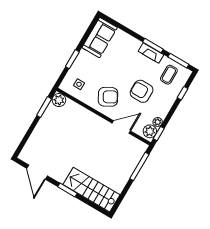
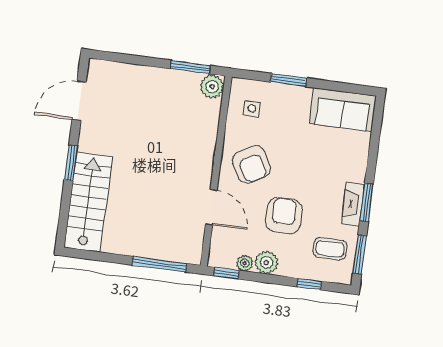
plant: (150, 131) -> (266, 262), moved

